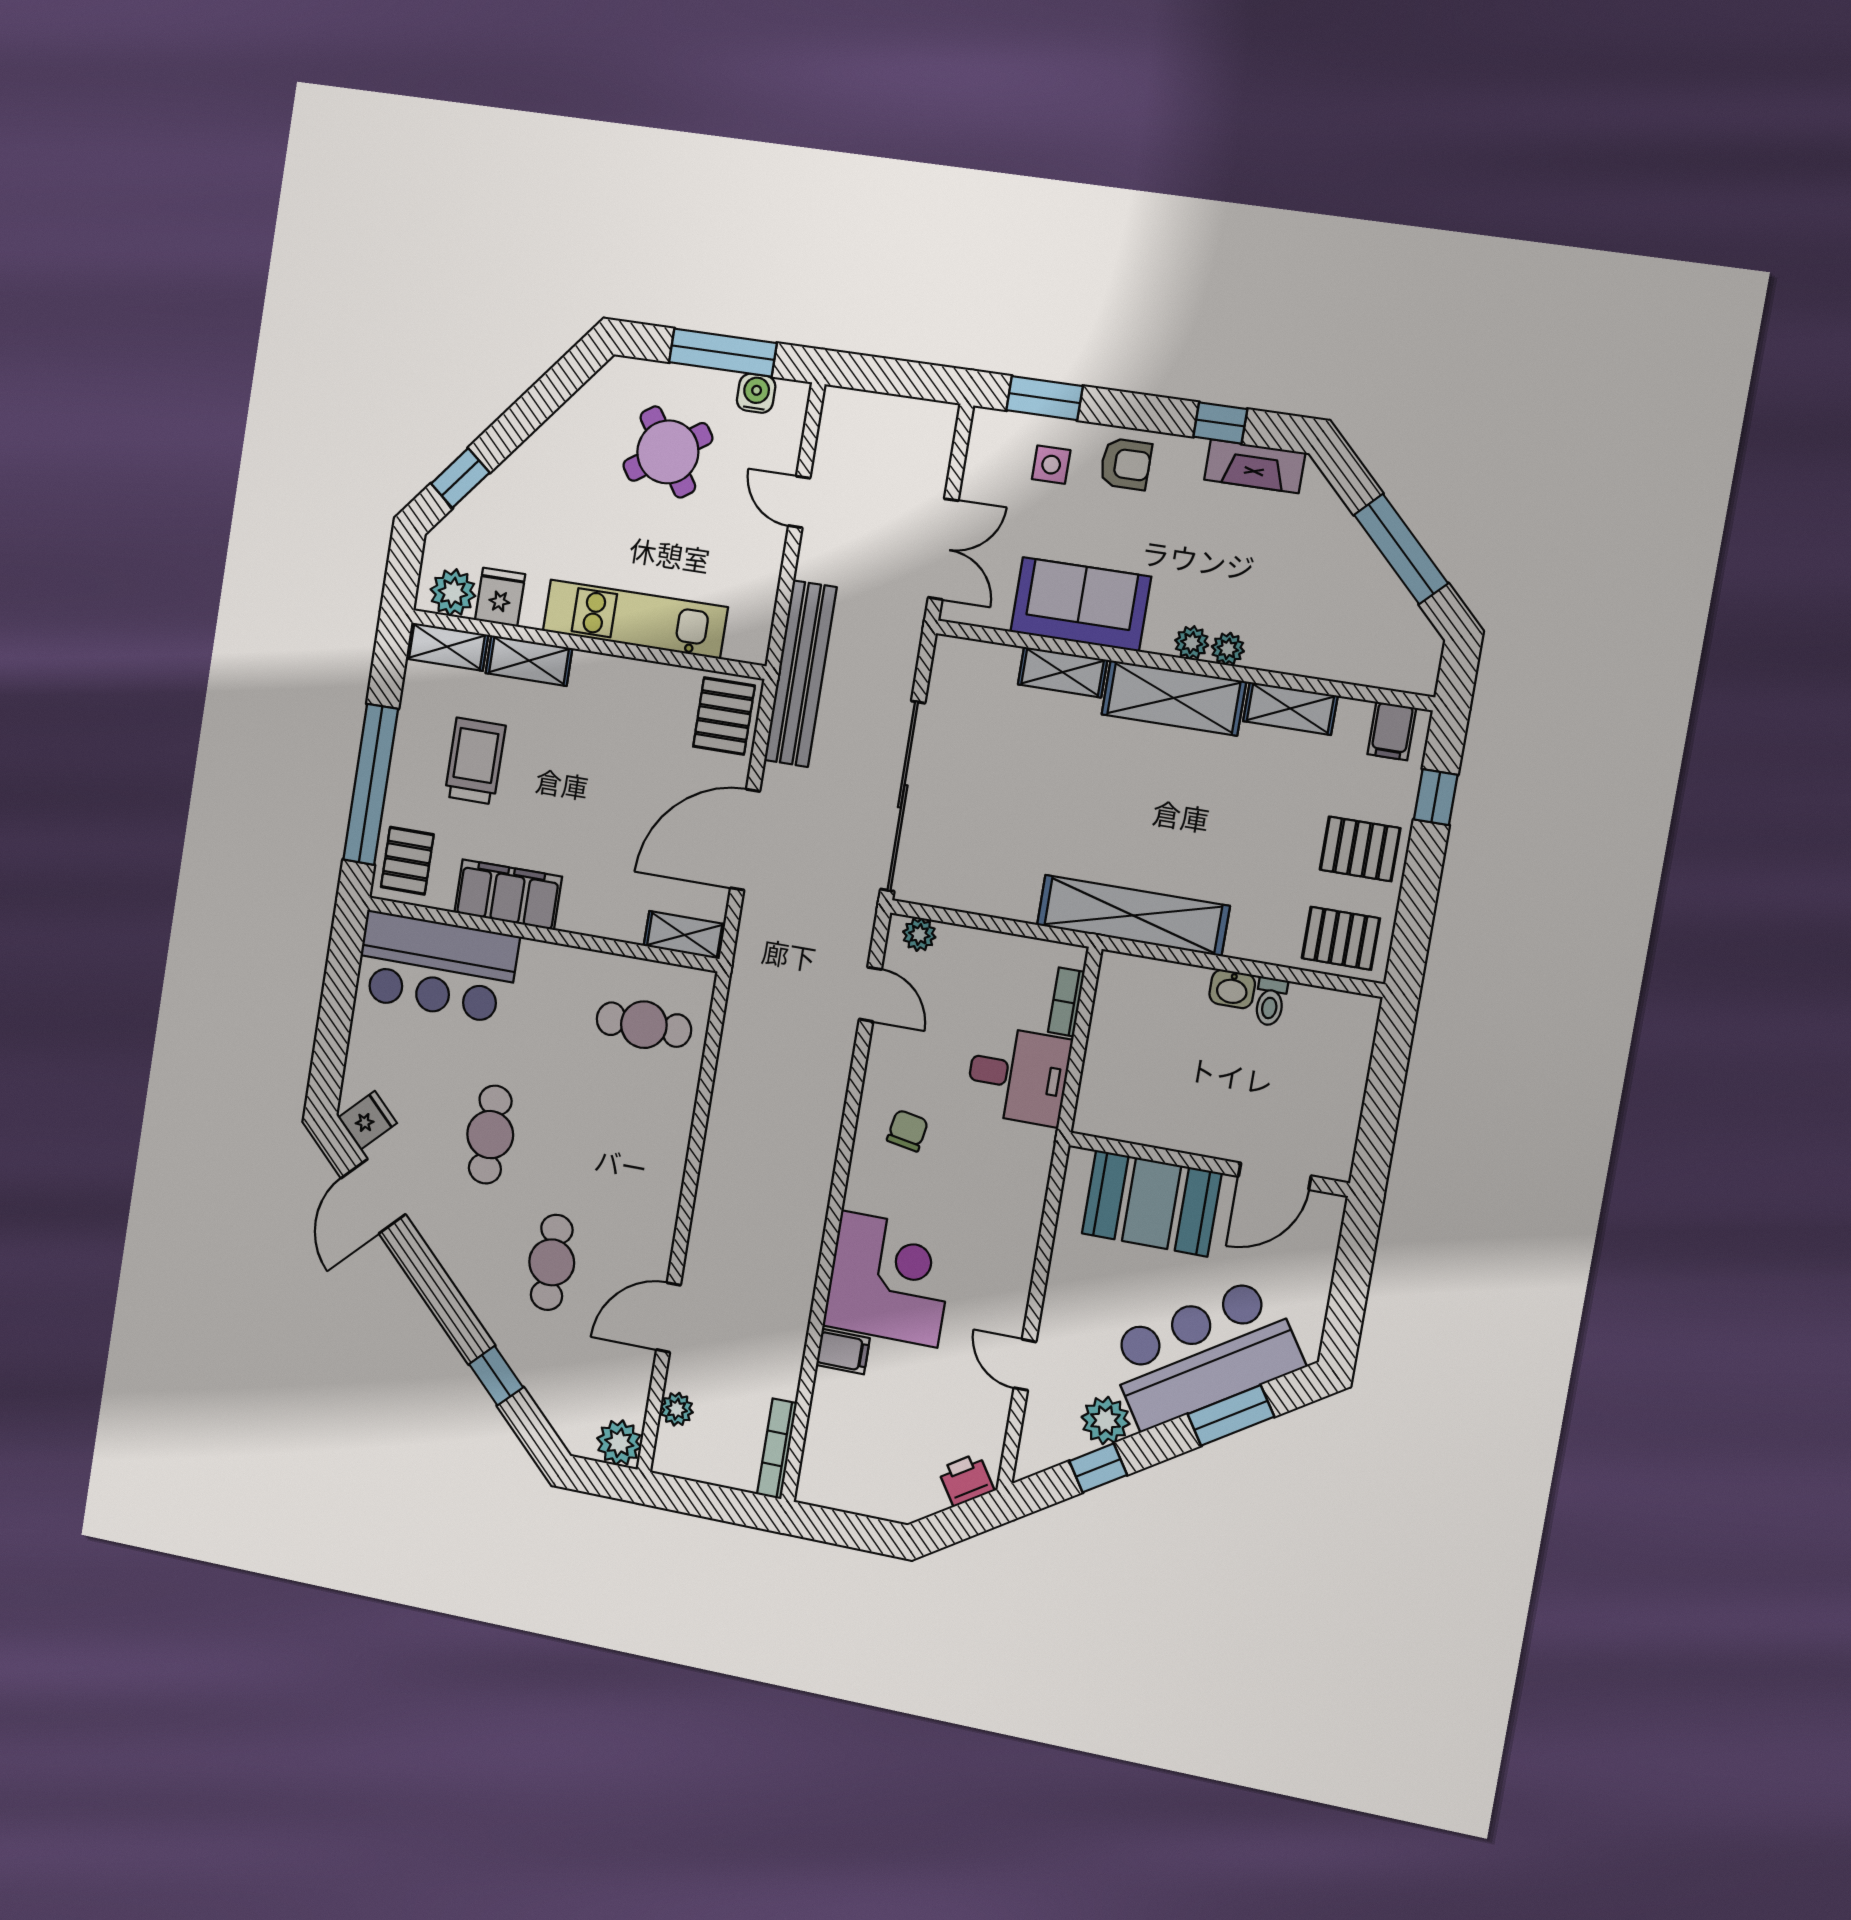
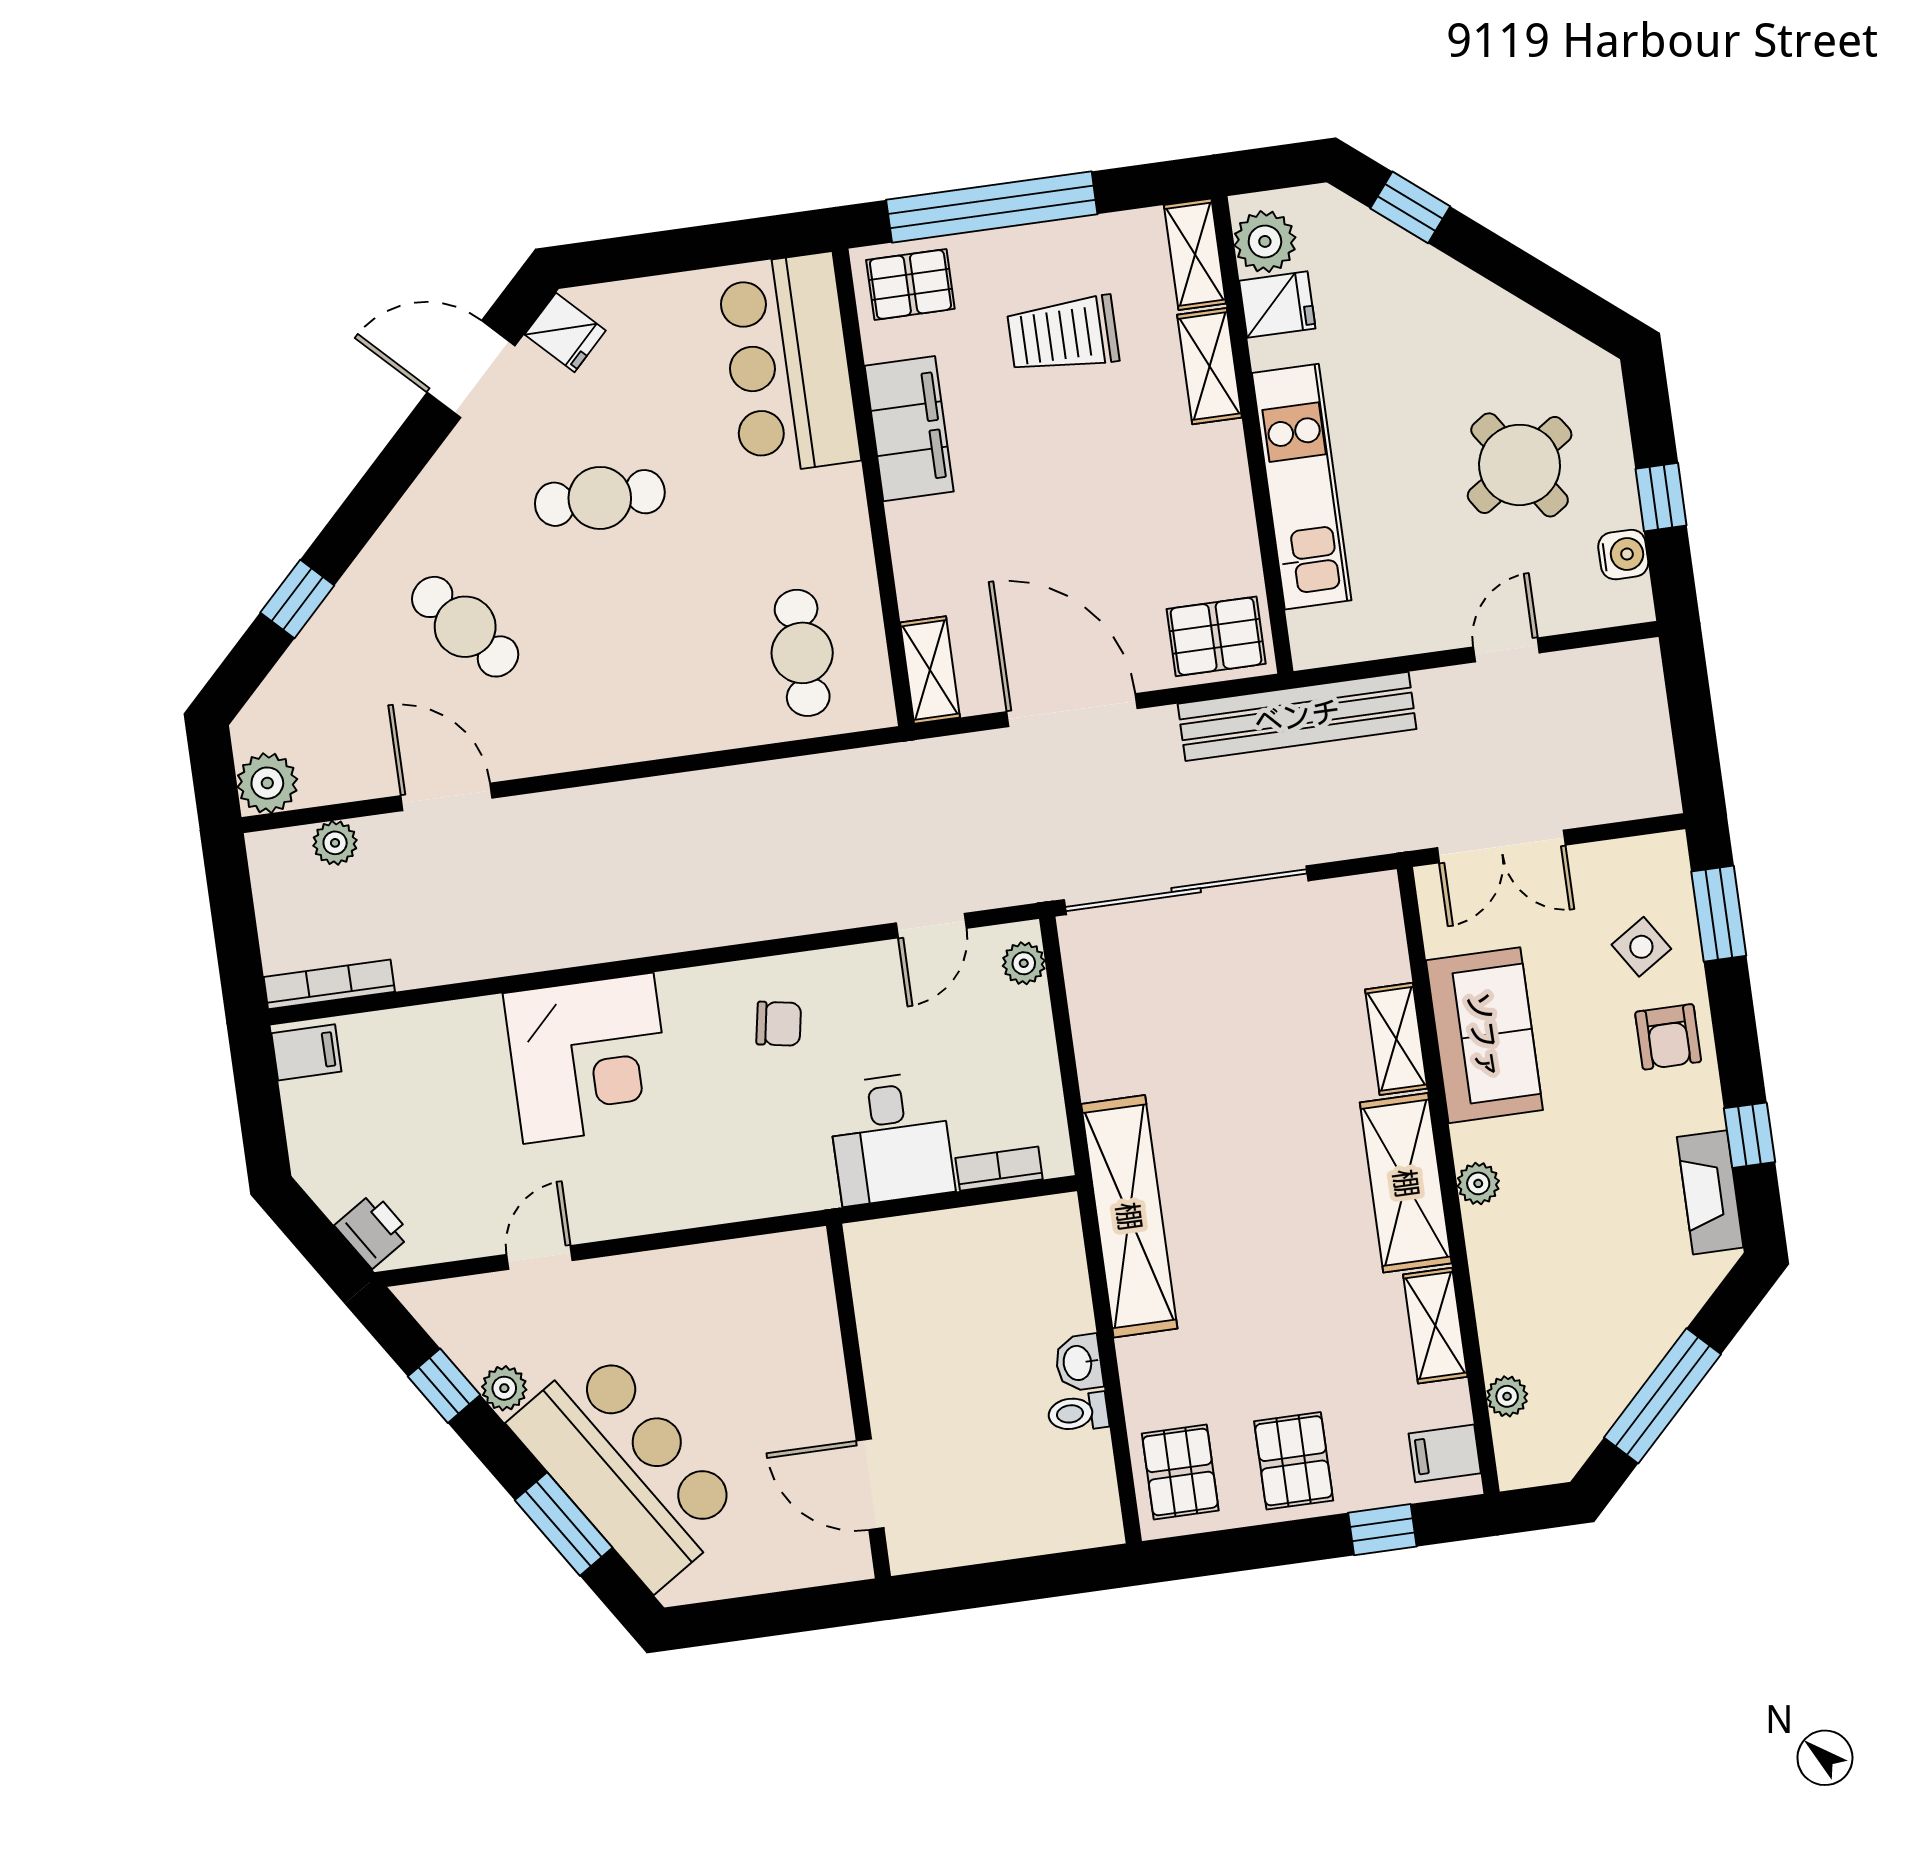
window: (723, 353) -> (1661, 497), width x0.46
side table: (1051, 465) -> (1641, 947), turned -33
plant: (1228, 649) -> (1507, 1396), moved
trolley: (475, 761) -> (1063, 335), turned 180
booth: (1152, 1203) -> (789, 1348), removed
cafe table: (552, 1262) -> (465, 627), turned 50
filing cabinet: (843, 1352) -> (306, 1052), moved, turned -90
plant: (1106, 1420) -> (504, 1388), width x0.73, depth x0.73

